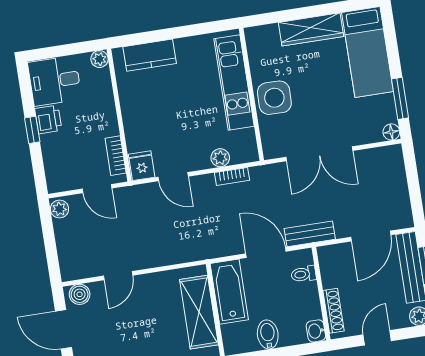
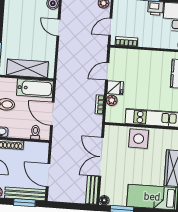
fridge: (142, 166) -> (115, 88), moved
bench: (310, 234) -> (92, 190), moved
door: (266, 252) -> (52, 114), swing flipped

